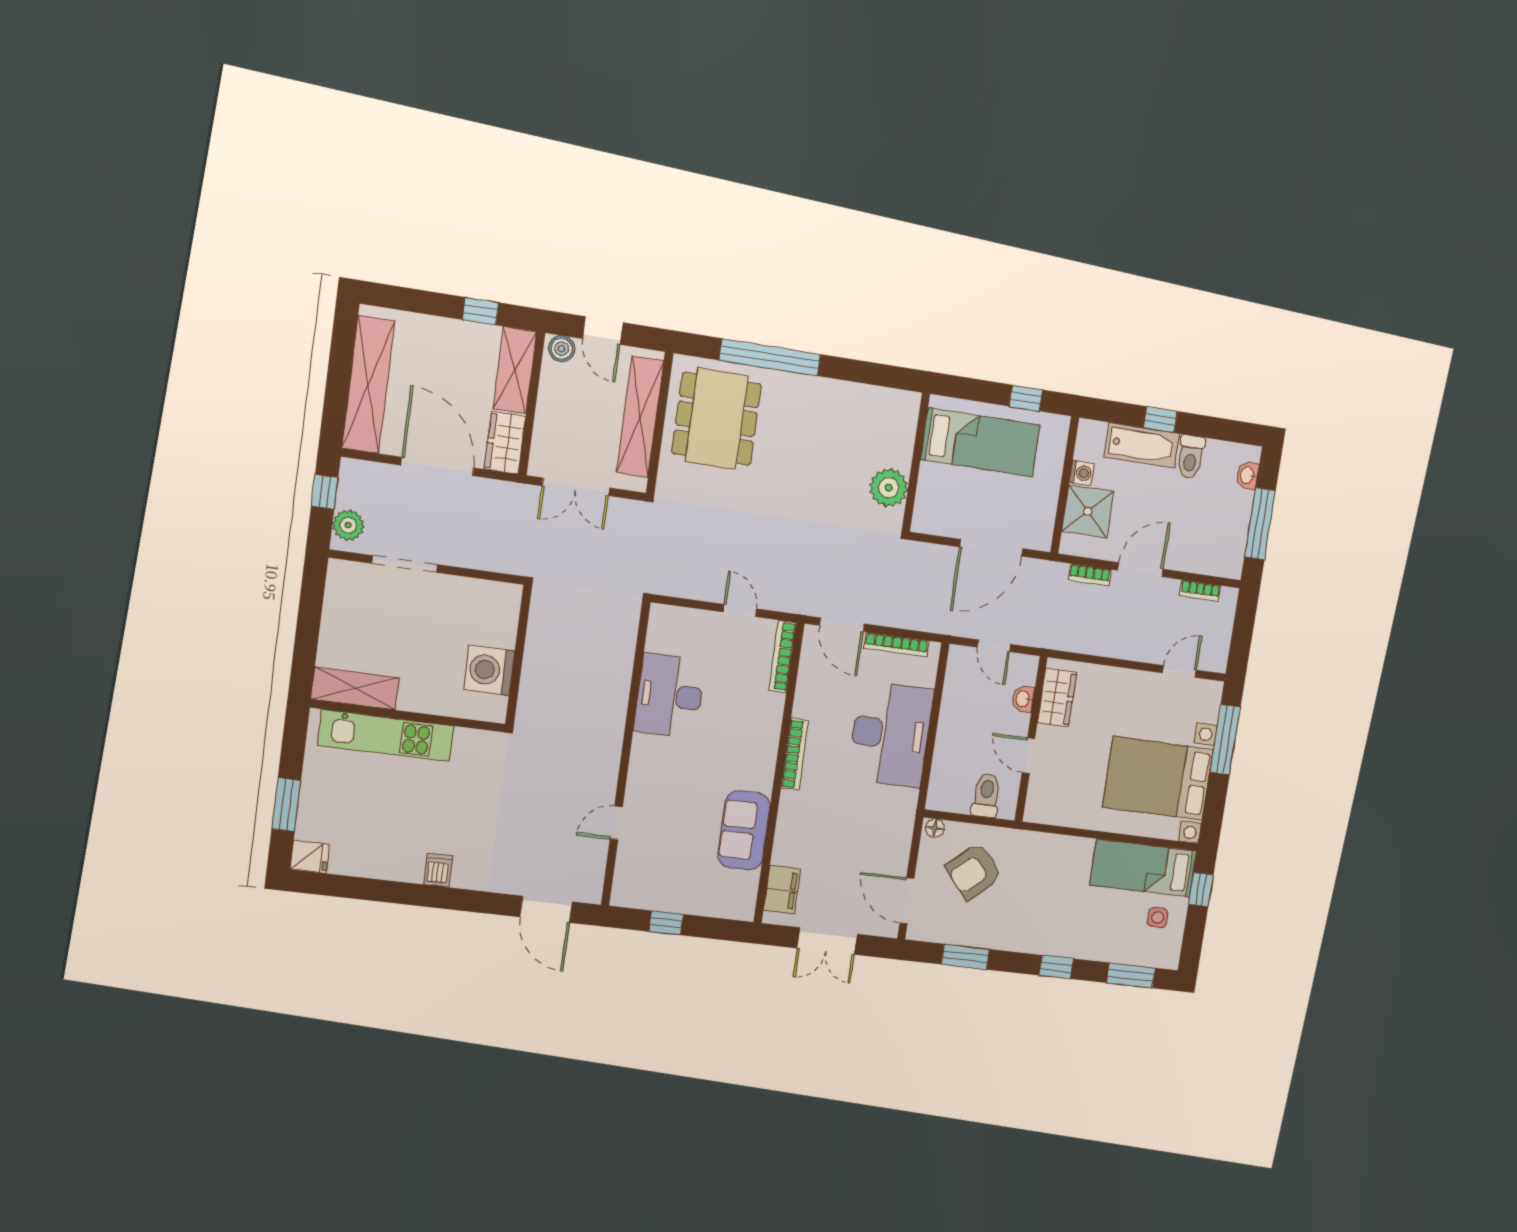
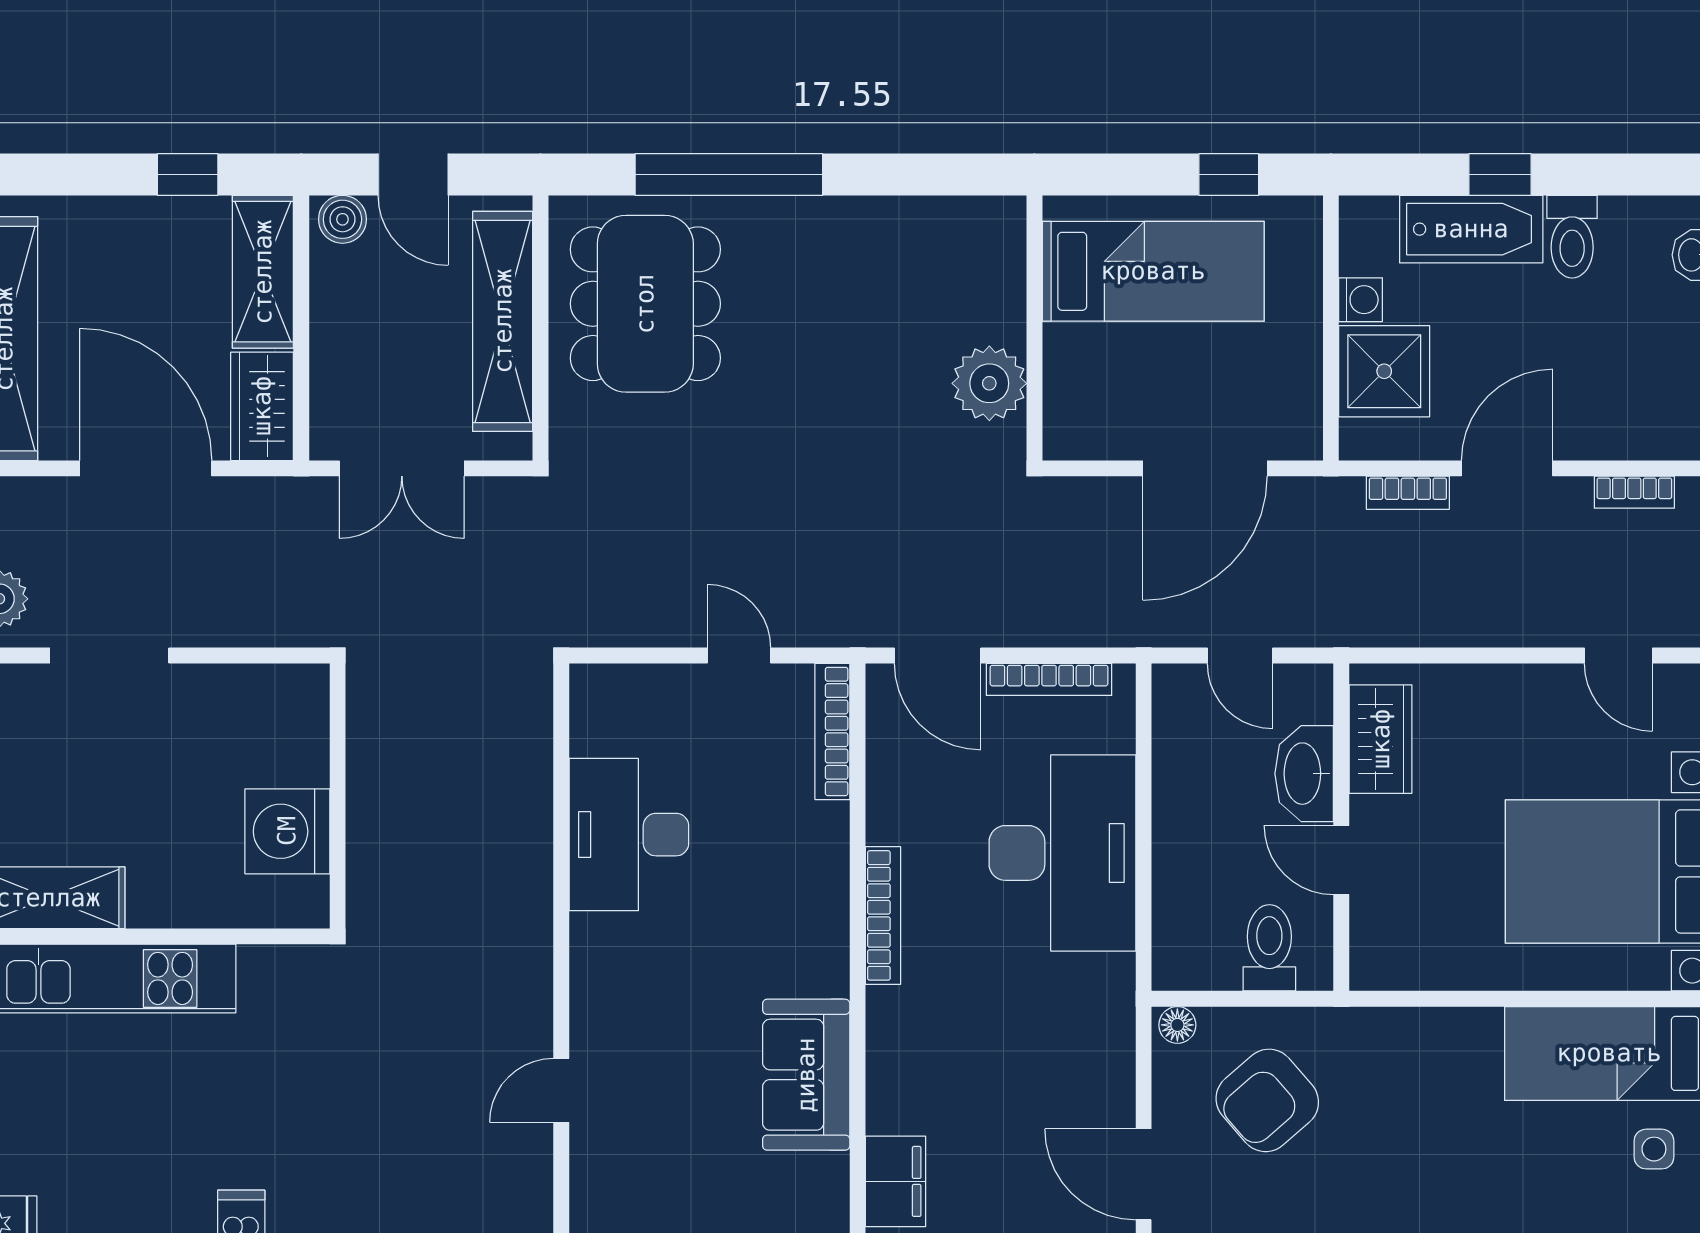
door: (1179, 671) -> (1618, 656), swing flipped
washbasin: (1023, 699) -> (1304, 774), width x1.91, depth x1.45

